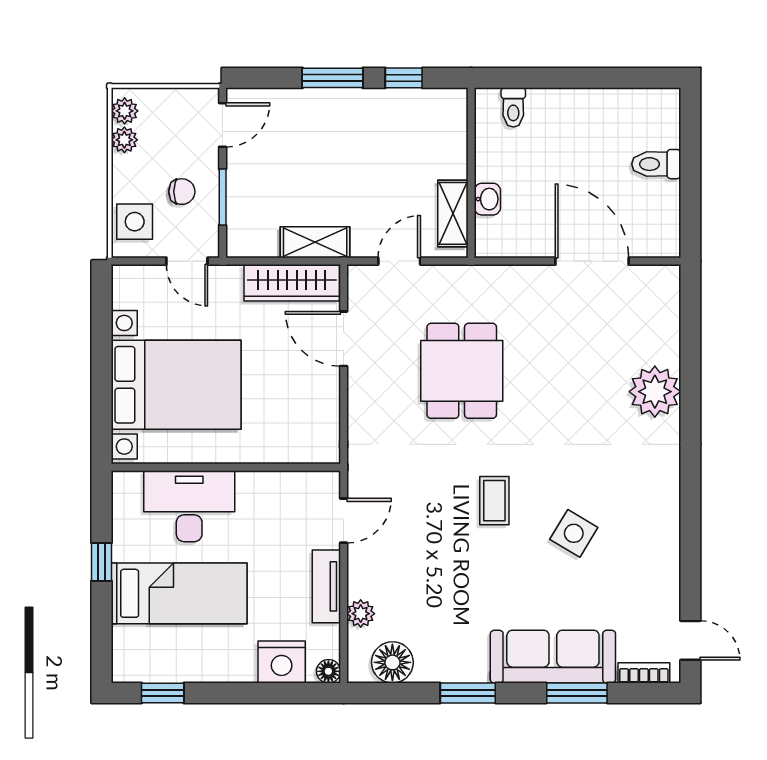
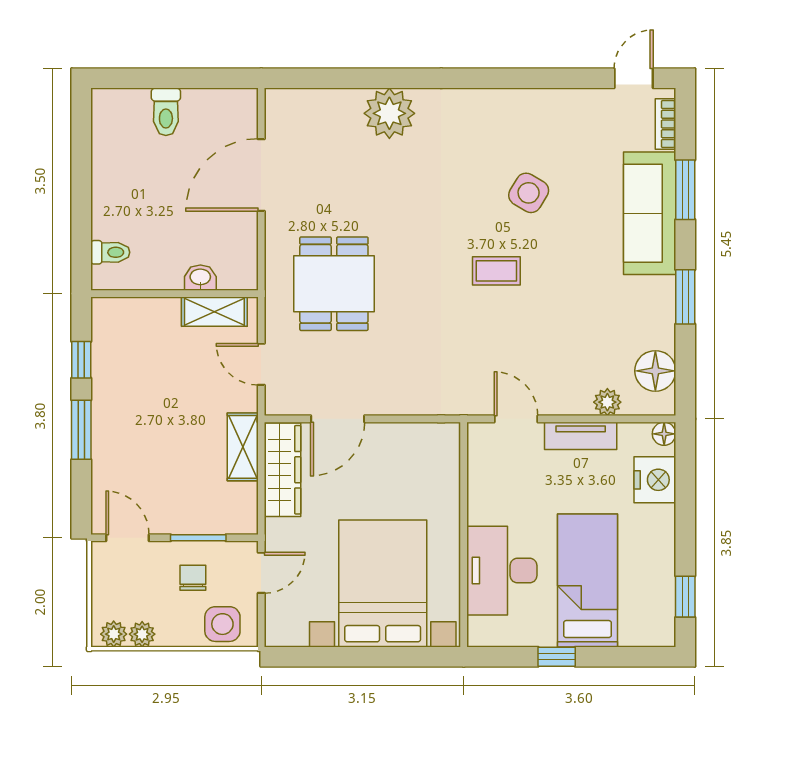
dining table: (462, 371) -> (334, 284), moved, turned 90

